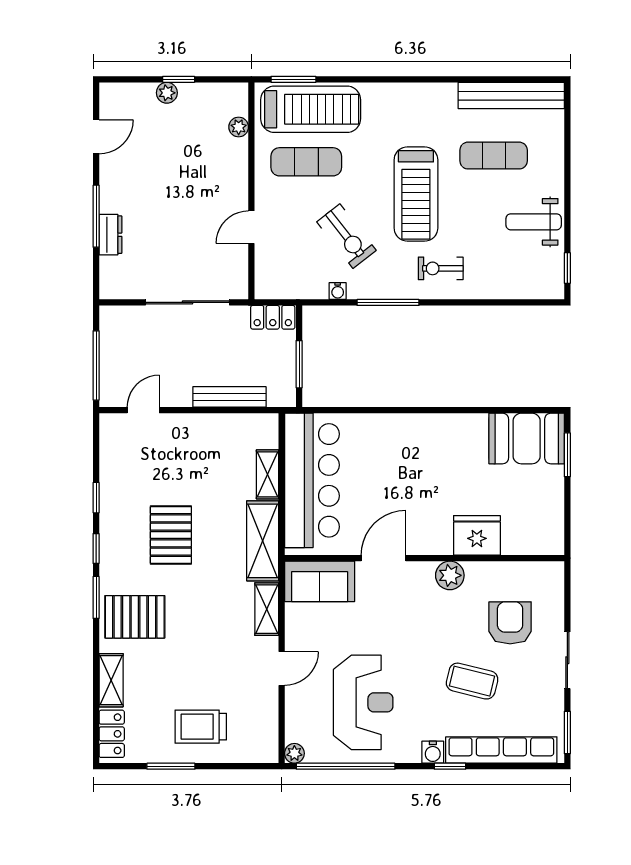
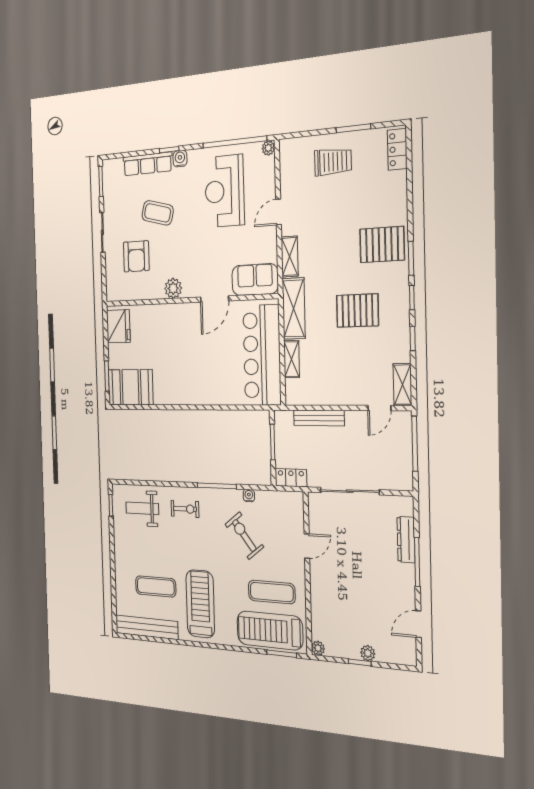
plant: (239, 127) -> (318, 648), moved
treadmill: (416, 194) -> (200, 604), moved
weight bench: (534, 222) -> (142, 508), moved, turned 180
dresser: (111, 235) -> (406, 540), width x1.44
pallet: (171, 535) -> (357, 311), turned 90
fridge: (477, 535) -> (118, 326), moved, turned -90
shelving: (111, 680) -> (402, 385), moved
row of seats: (501, 750) -> (148, 164), width x0.73

